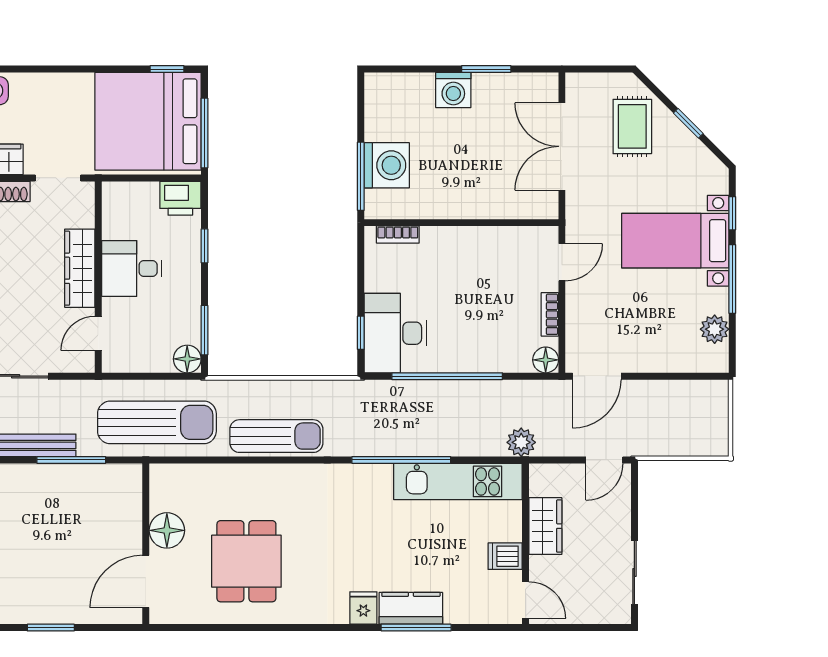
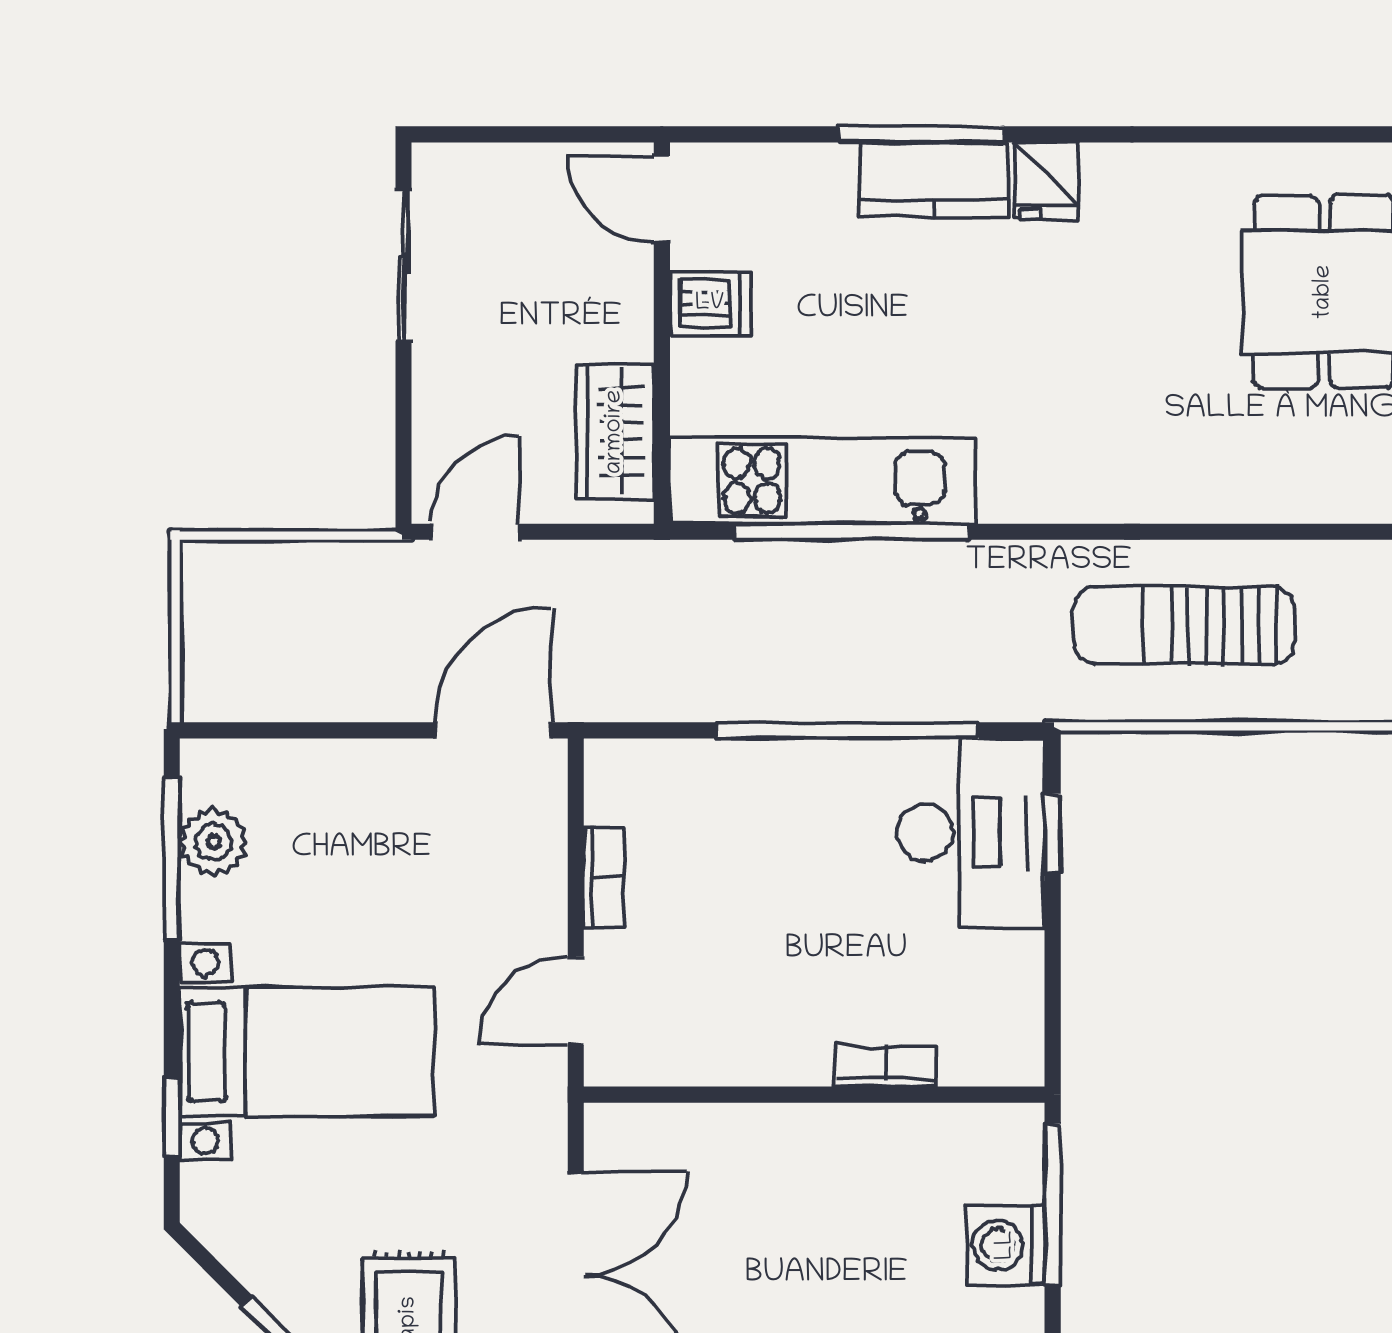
washing machine: (387, 165) -> (1006, 1245), width x0.73, depth x0.73
bookcase: (398, 235) -> (886, 1066), moved
window: (732, 279) -> (172, 859), moved
floor lamp: (546, 360) -> (614, 769), removed
sun lounger: (276, 436) -> (1184, 625), moved
plant: (521, 442) -> (672, 574), removed
window: (401, 460) -> (852, 532), moved
wardrobe: (545, 526) -> (615, 432), moved

